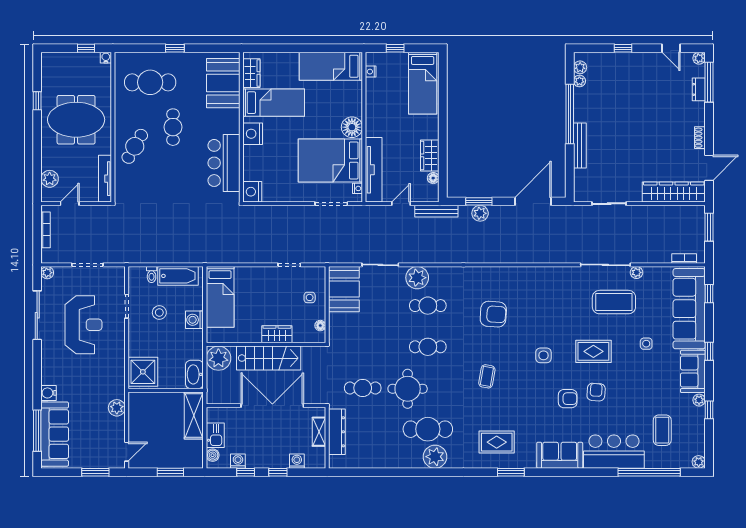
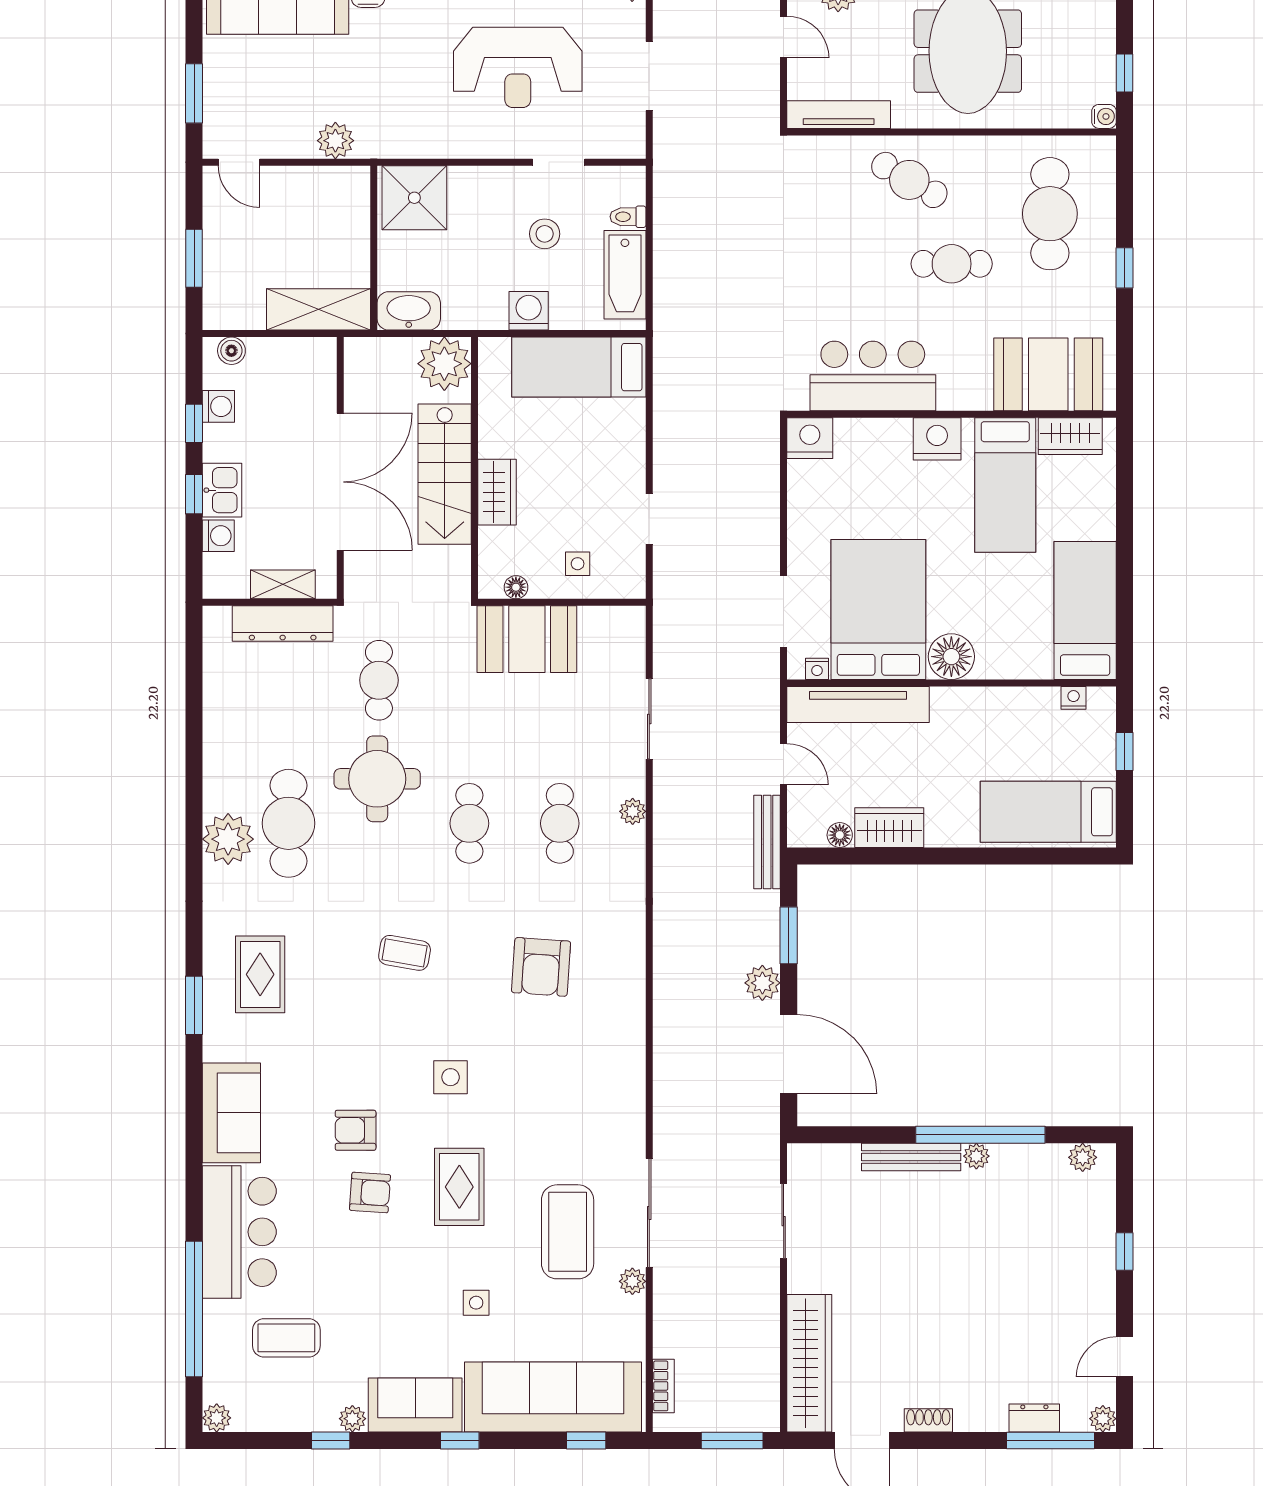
plant: (579, 81) -> (976, 1156), moved
plant: (480, 213) -> (762, 983), moved
plant: (417, 278) -> (633, 811), width x0.53, depth x0.53
booth: (344, 289) -> (527, 639), moved
armchair: (568, 399) -> (356, 1130), turned 90
kitchen sink: (215, 435) -> (222, 490), moved, turned -90

